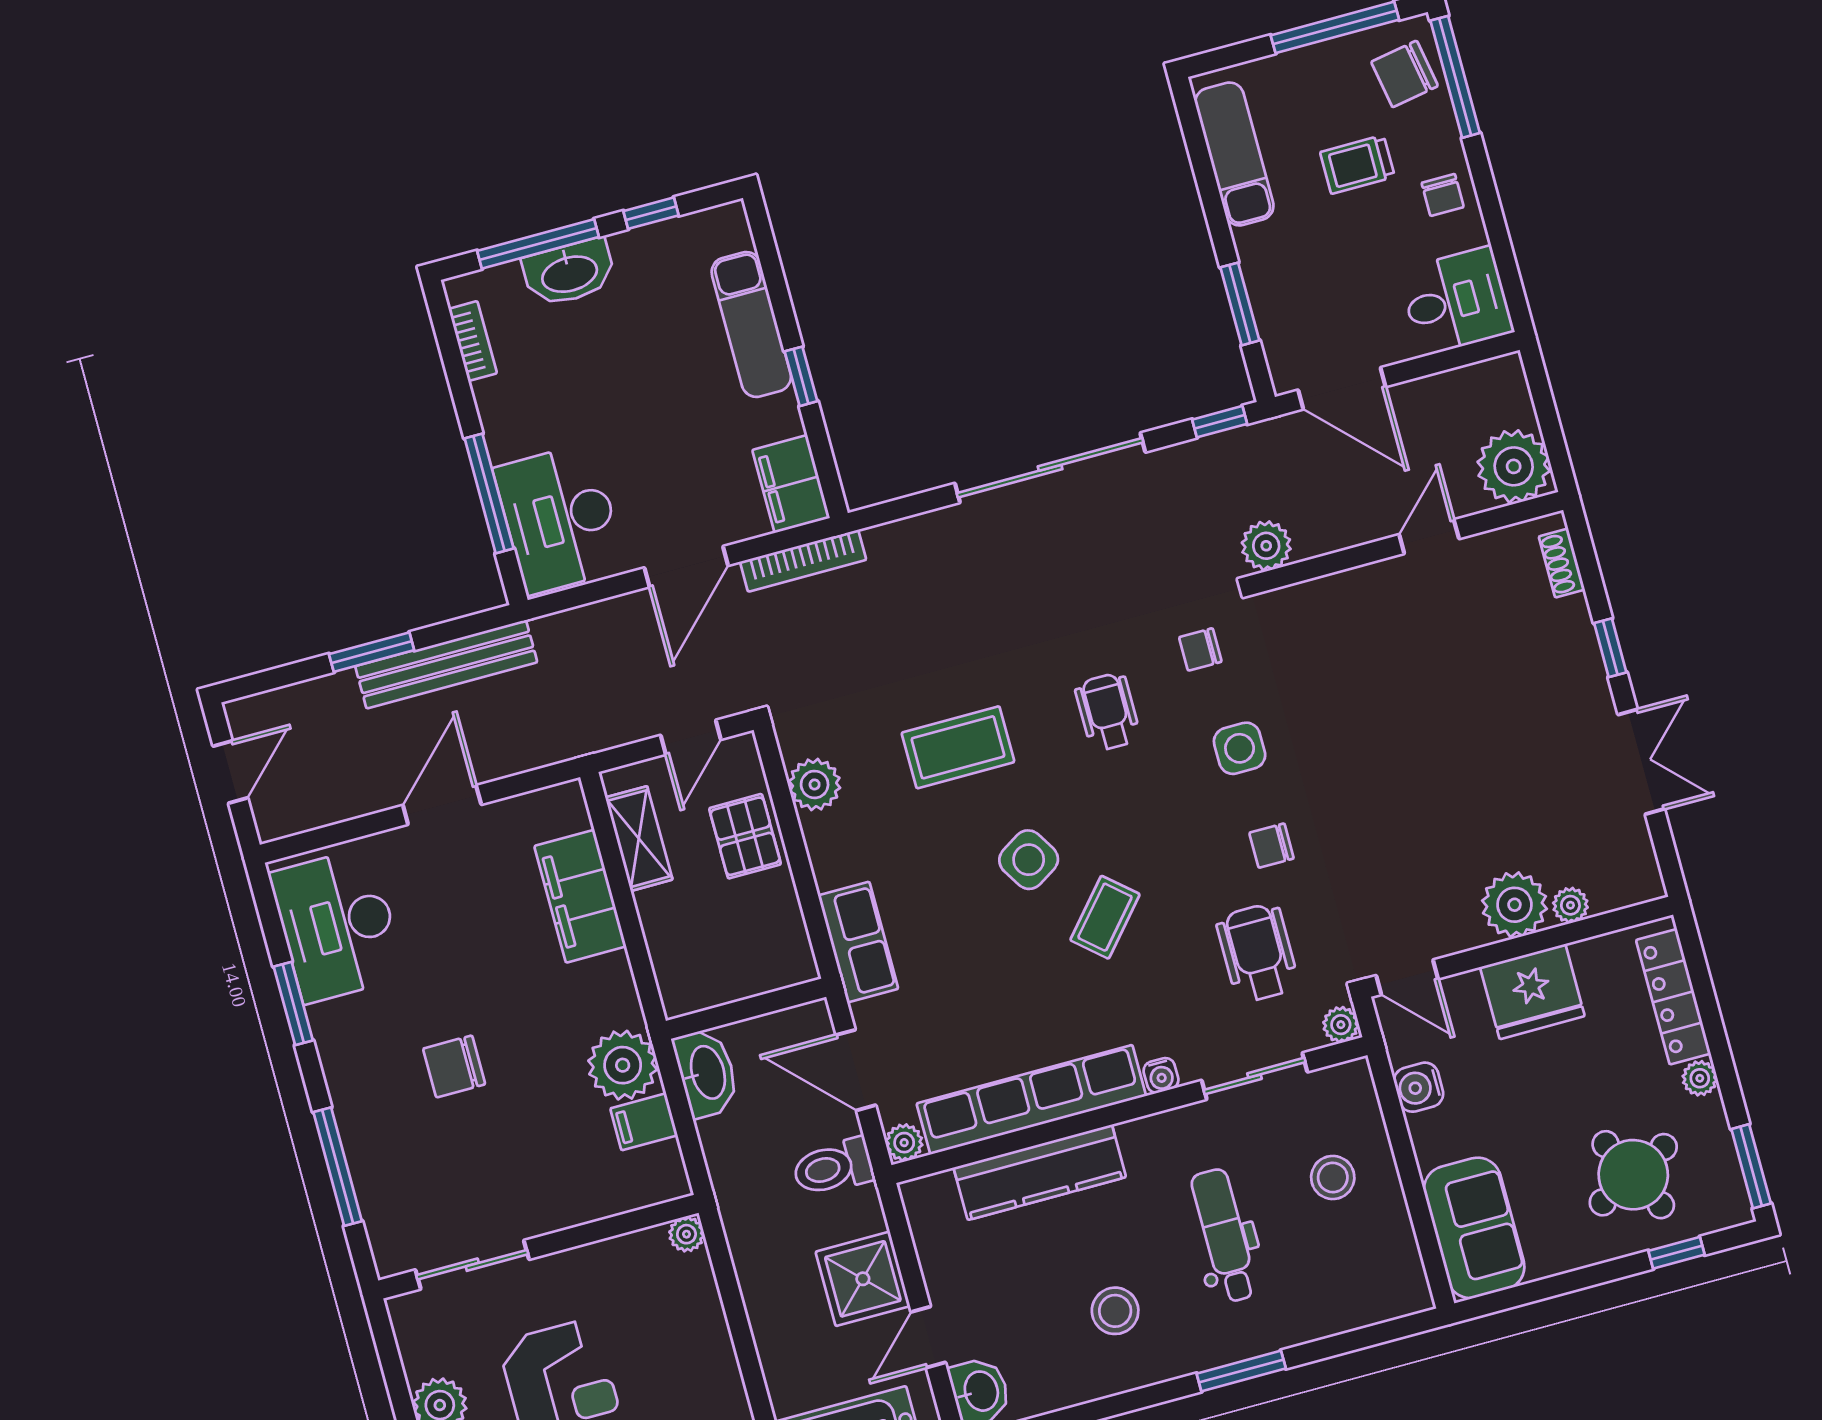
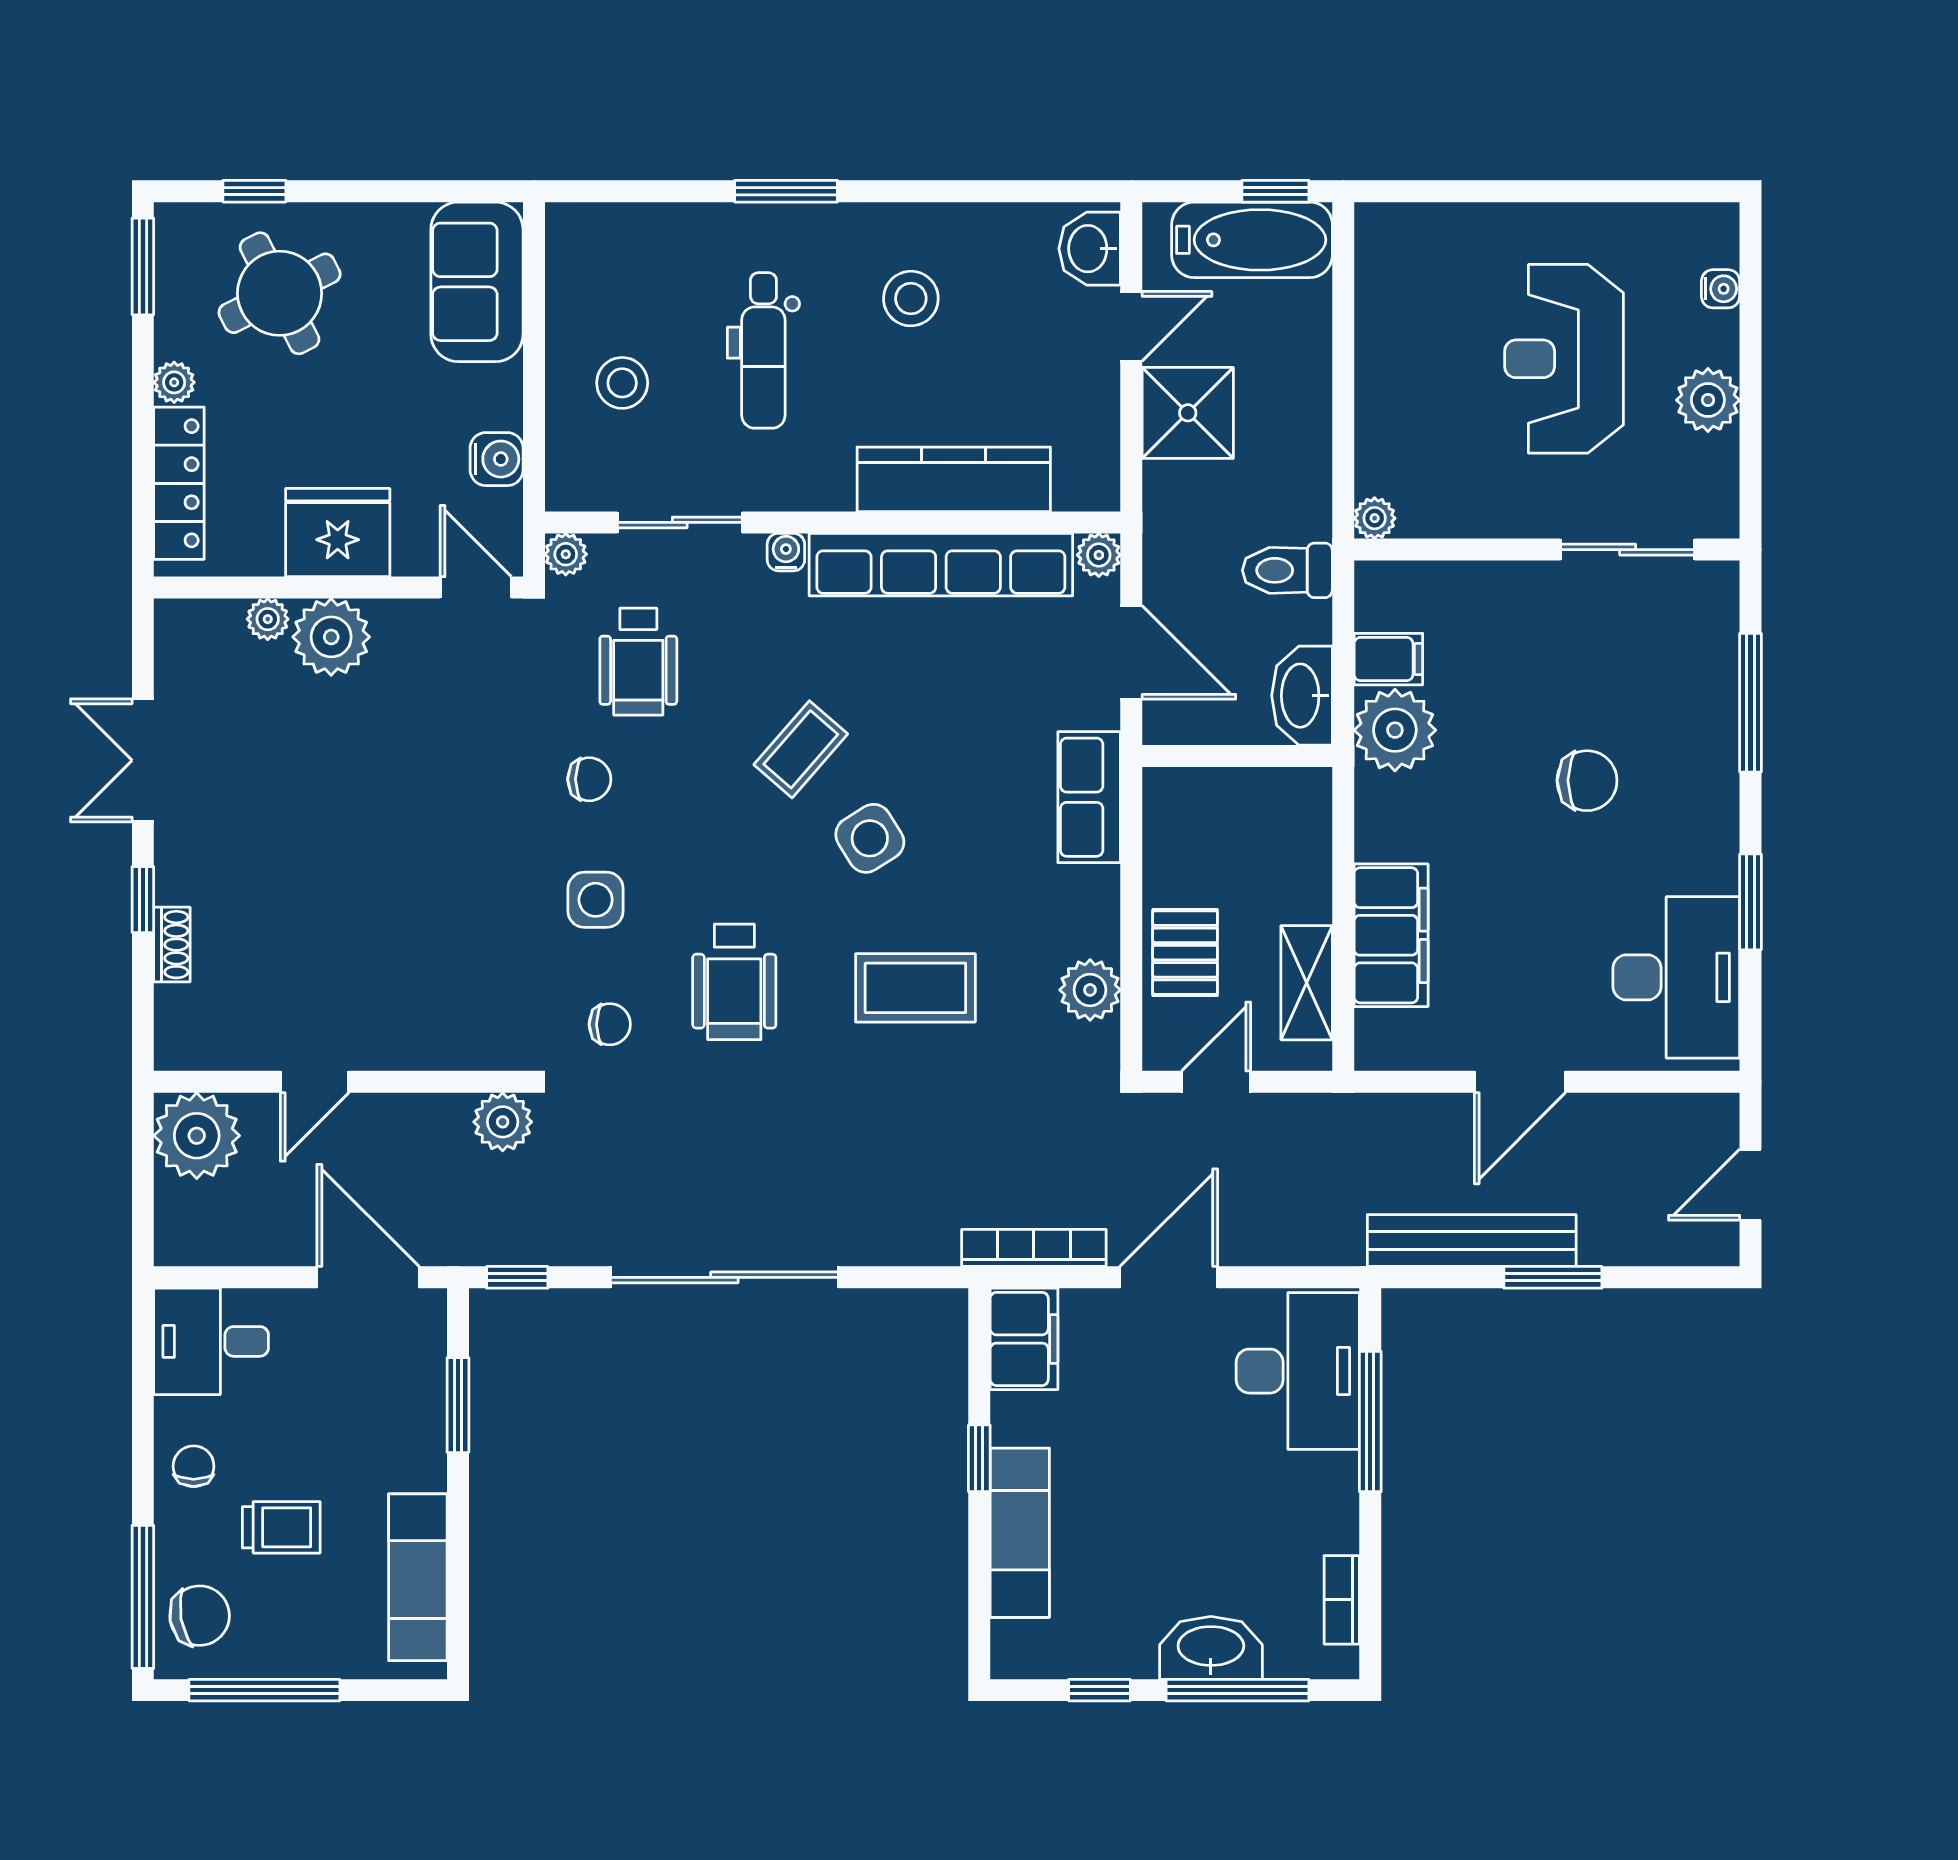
shoe rack: (1562, 563) -> (172, 945), moved
wheelchair: (1108, 712) -> (734, 982), width x1.36, depth x1.37
toilet: (833, 1167) -> (1287, 570), moved, turned 180

